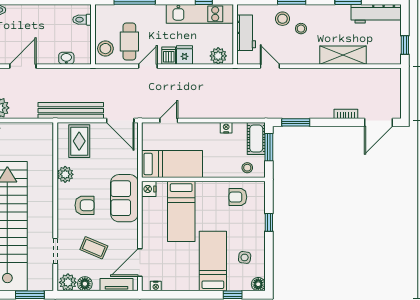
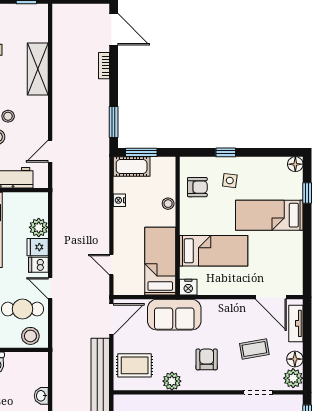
plant: (218, 56) -> (39, 227), moved
washbasin: (66, 58) -> (41, 396), moved
stool: (247, 168) -> (168, 204), moved
armchair: (238, 197) -> (197, 187), turned -90
sofa: (124, 198) -> (174, 315), moved
coffee table: (94, 248) -> (254, 349), turned 57
side table: (245, 257) -> (230, 181), moved
nightstand: (156, 286) -> (297, 279), removed

